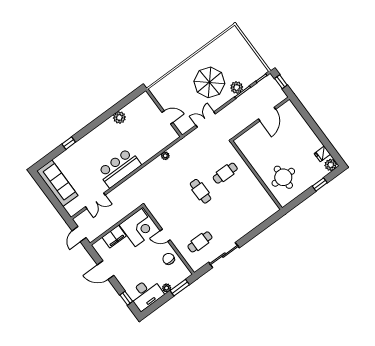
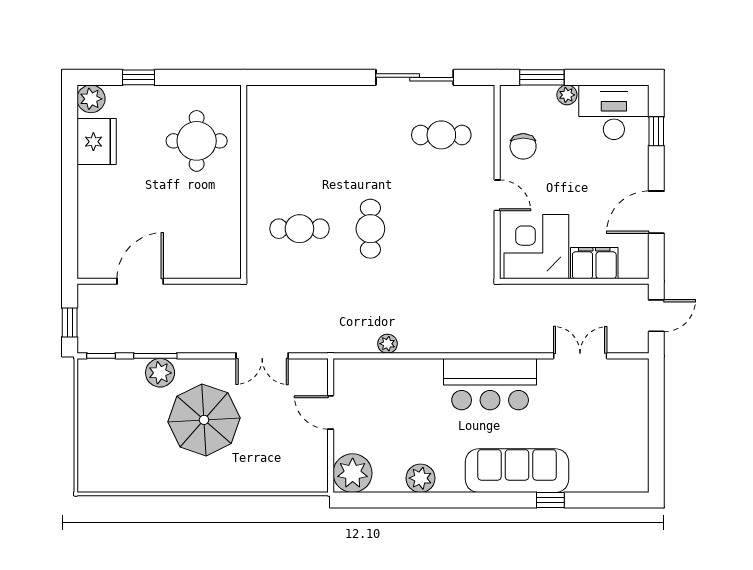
plant: (144, 102) -> (353, 473), added
fridge: (322, 154) -> (97, 142), width x1.88, depth x1.34
sofa: (57, 183) -> (517, 471), moved, turned 90
door: (106, 270) -> (656, 212), swing flipped

